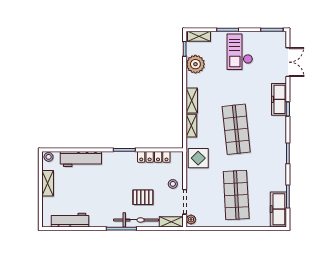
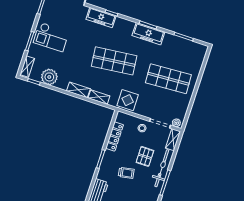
trolley: (118, 183) -> (126, 173), added
freezer: (278, 209) -> (148, 34), moved

